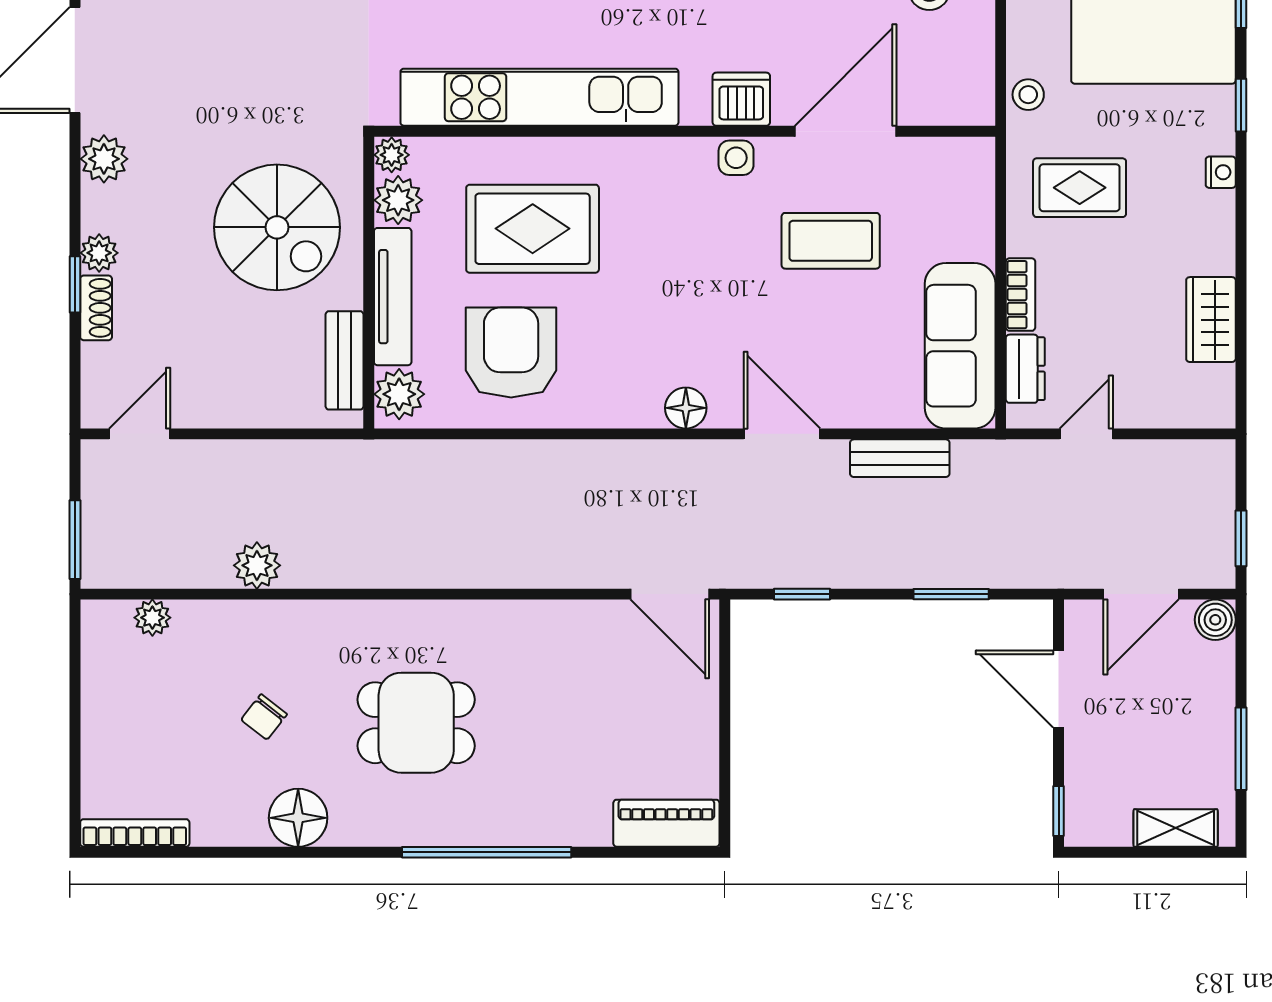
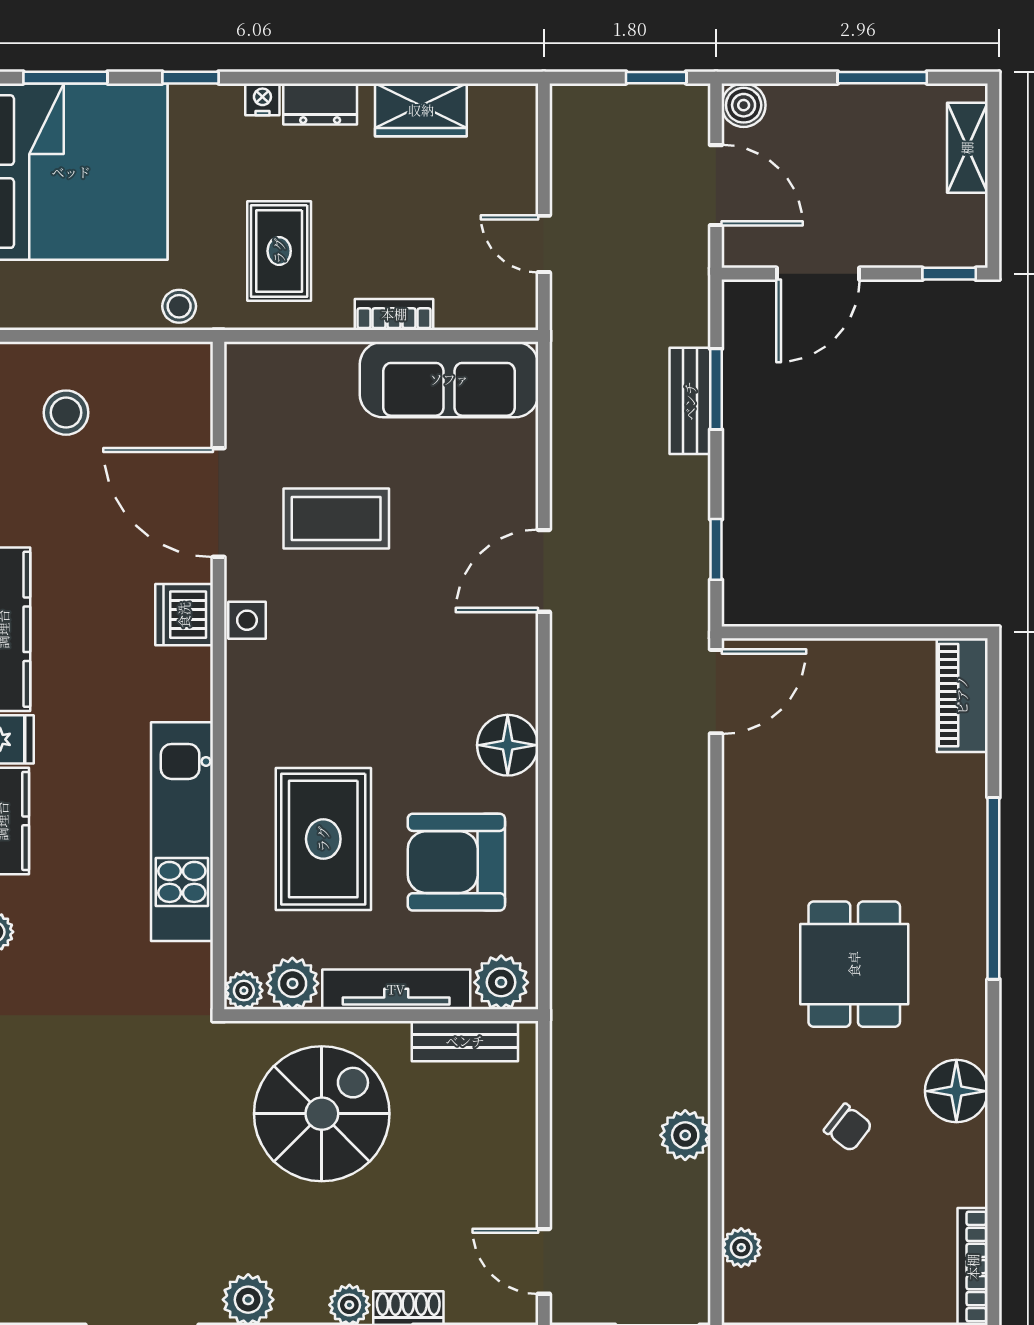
kitchen unit: (539, 97) -> (182, 832), width x0.73
coffee table: (831, 241) -> (336, 519), turned 90
dresser: (1025, 369) -> (320, 104), moved, turned 180
floor lamp: (686, 408) -> (508, 745), moved, width x1.38, depth x1.38
bench: (900, 458) -> (690, 401), moved

